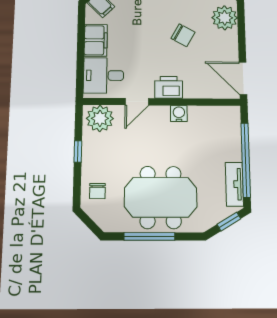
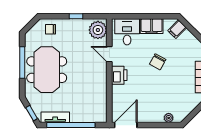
plant: (225, 18) -> (169, 118), width x0.53, depth x0.53
chair: (183, 35) -> (158, 62), moved
water cooler: (179, 114) -> (101, 82), removed

